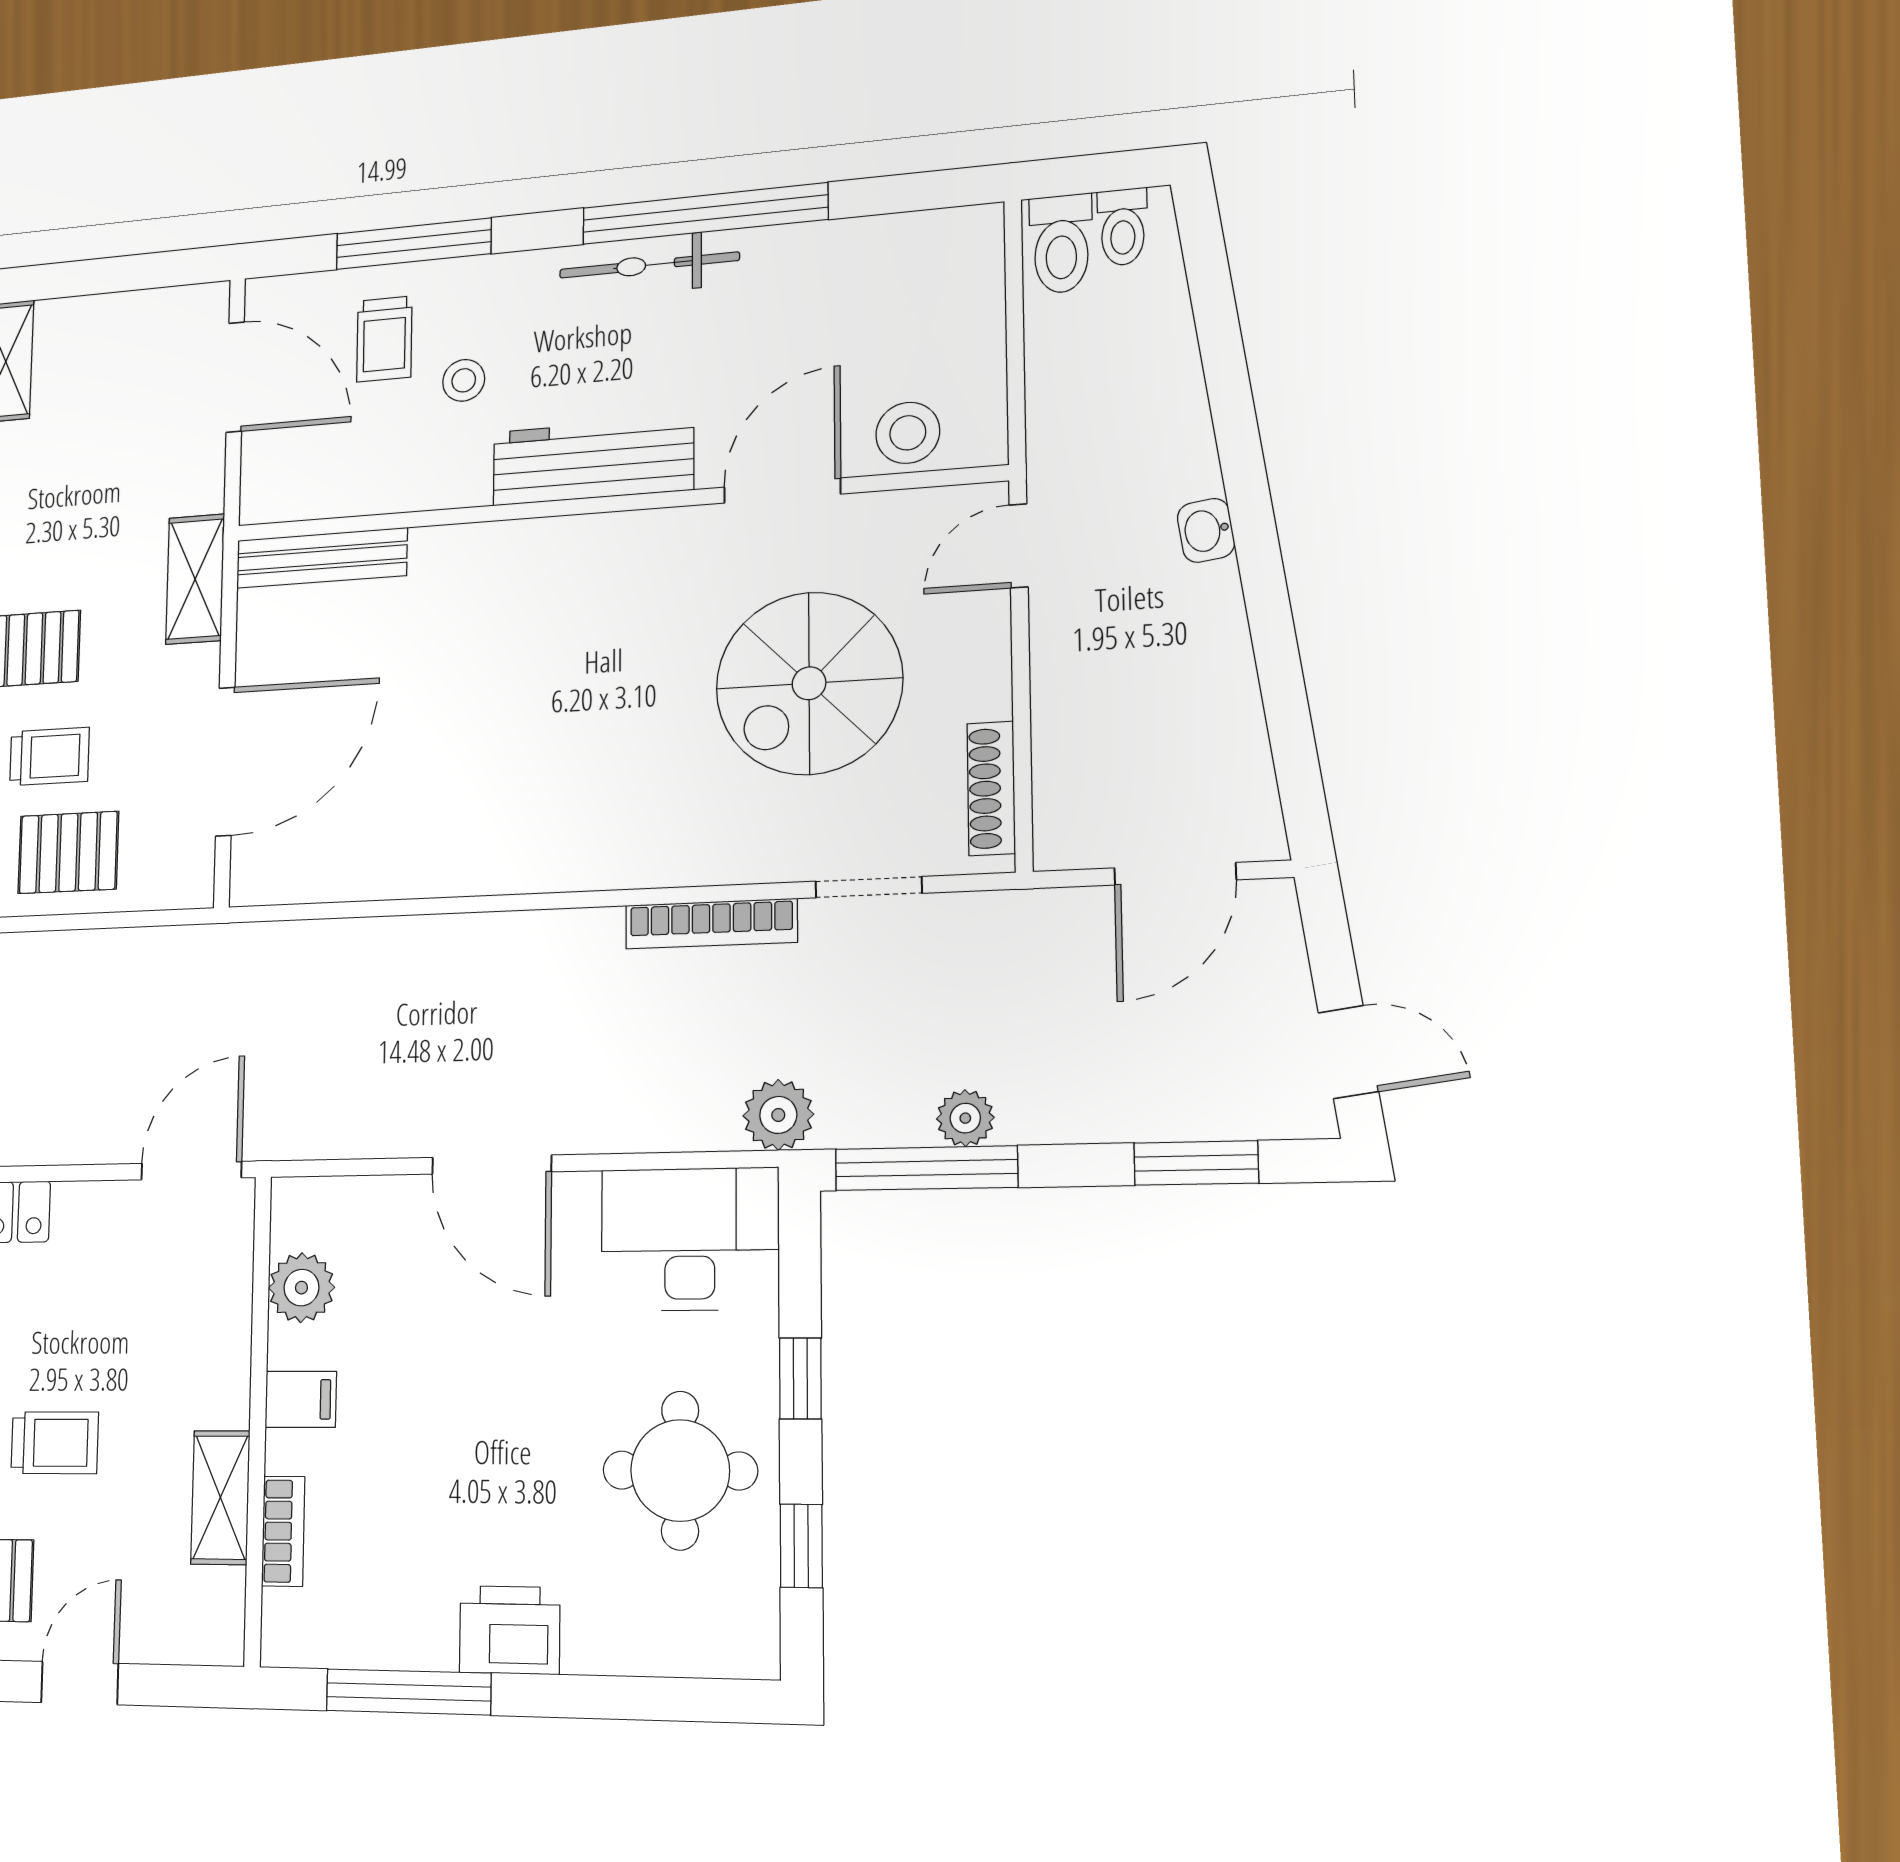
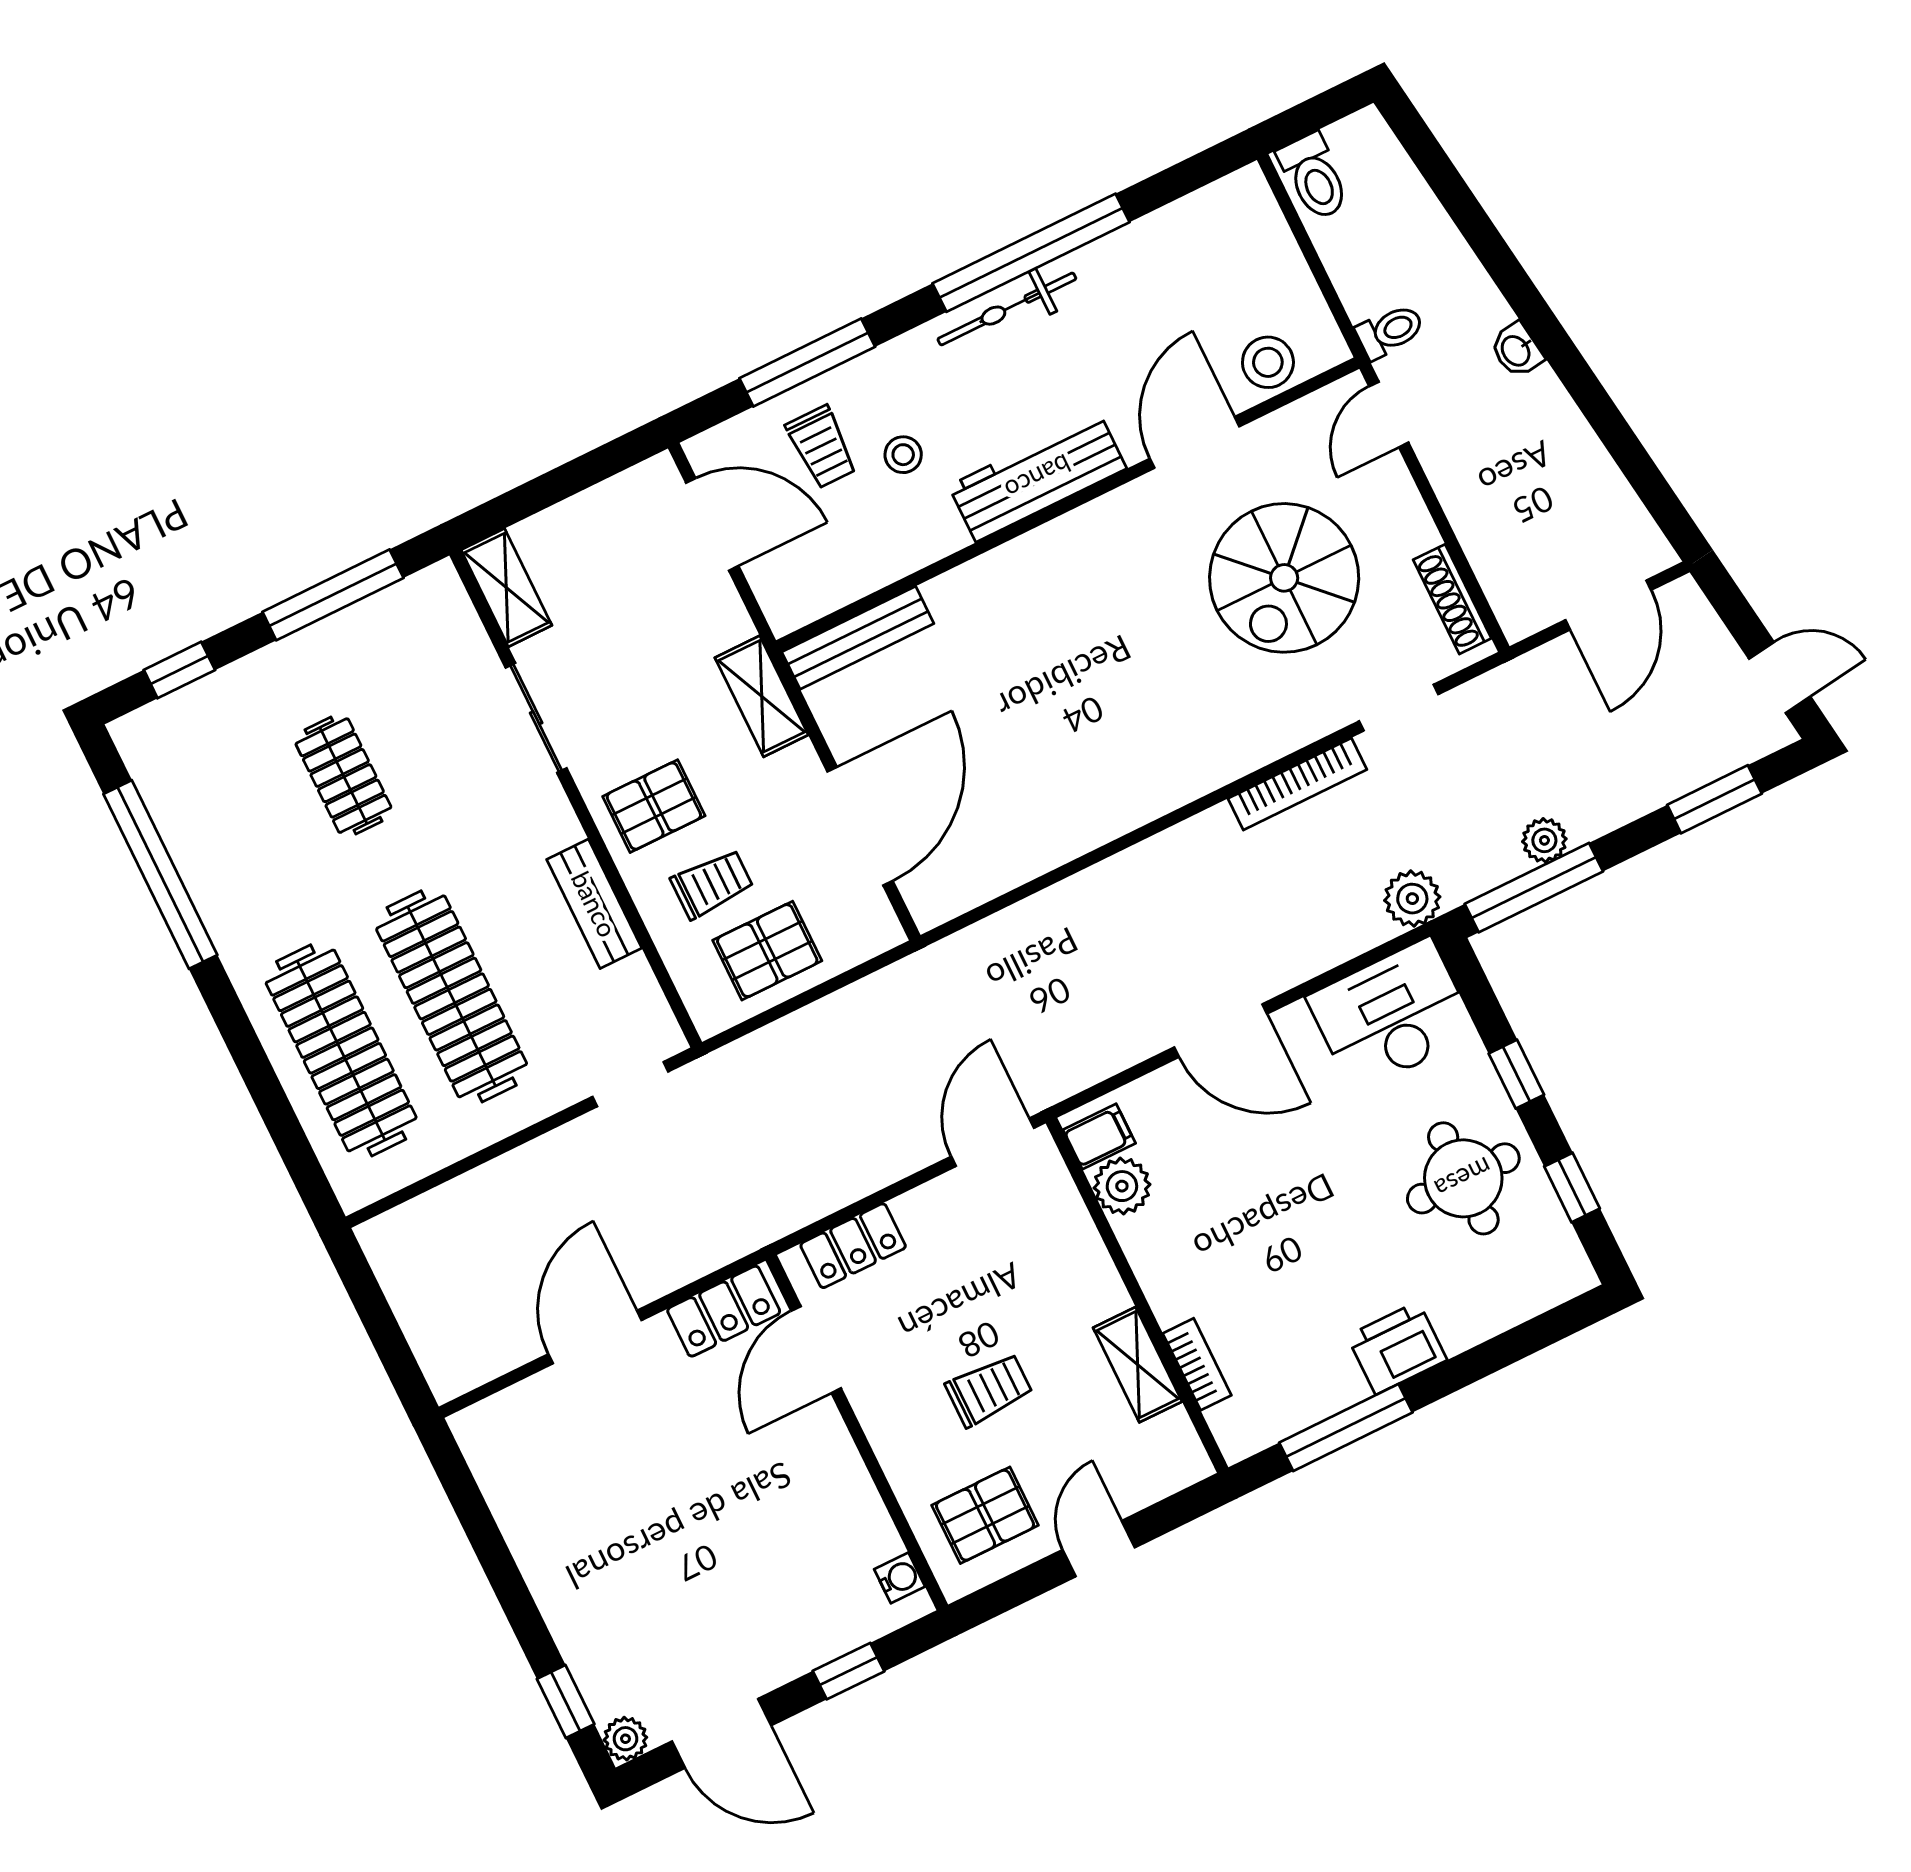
toilet: (1123, 227) -> (1390, 331), moved, turned -90
filing cabinet: (301, 1399) -> (1099, 1136), moved

